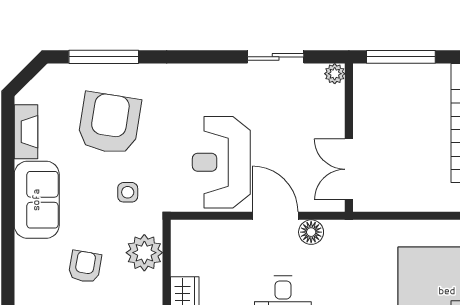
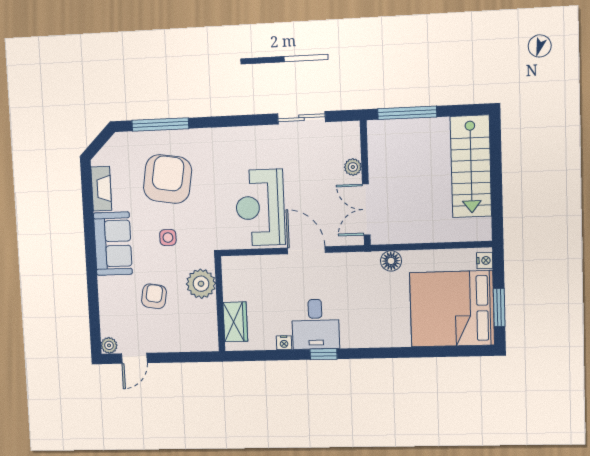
plant: (335, 74) -> (353, 167), moved
side table: (128, 192) -> (168, 238), moved
floor lamp: (311, 232) -> (391, 261), moved

